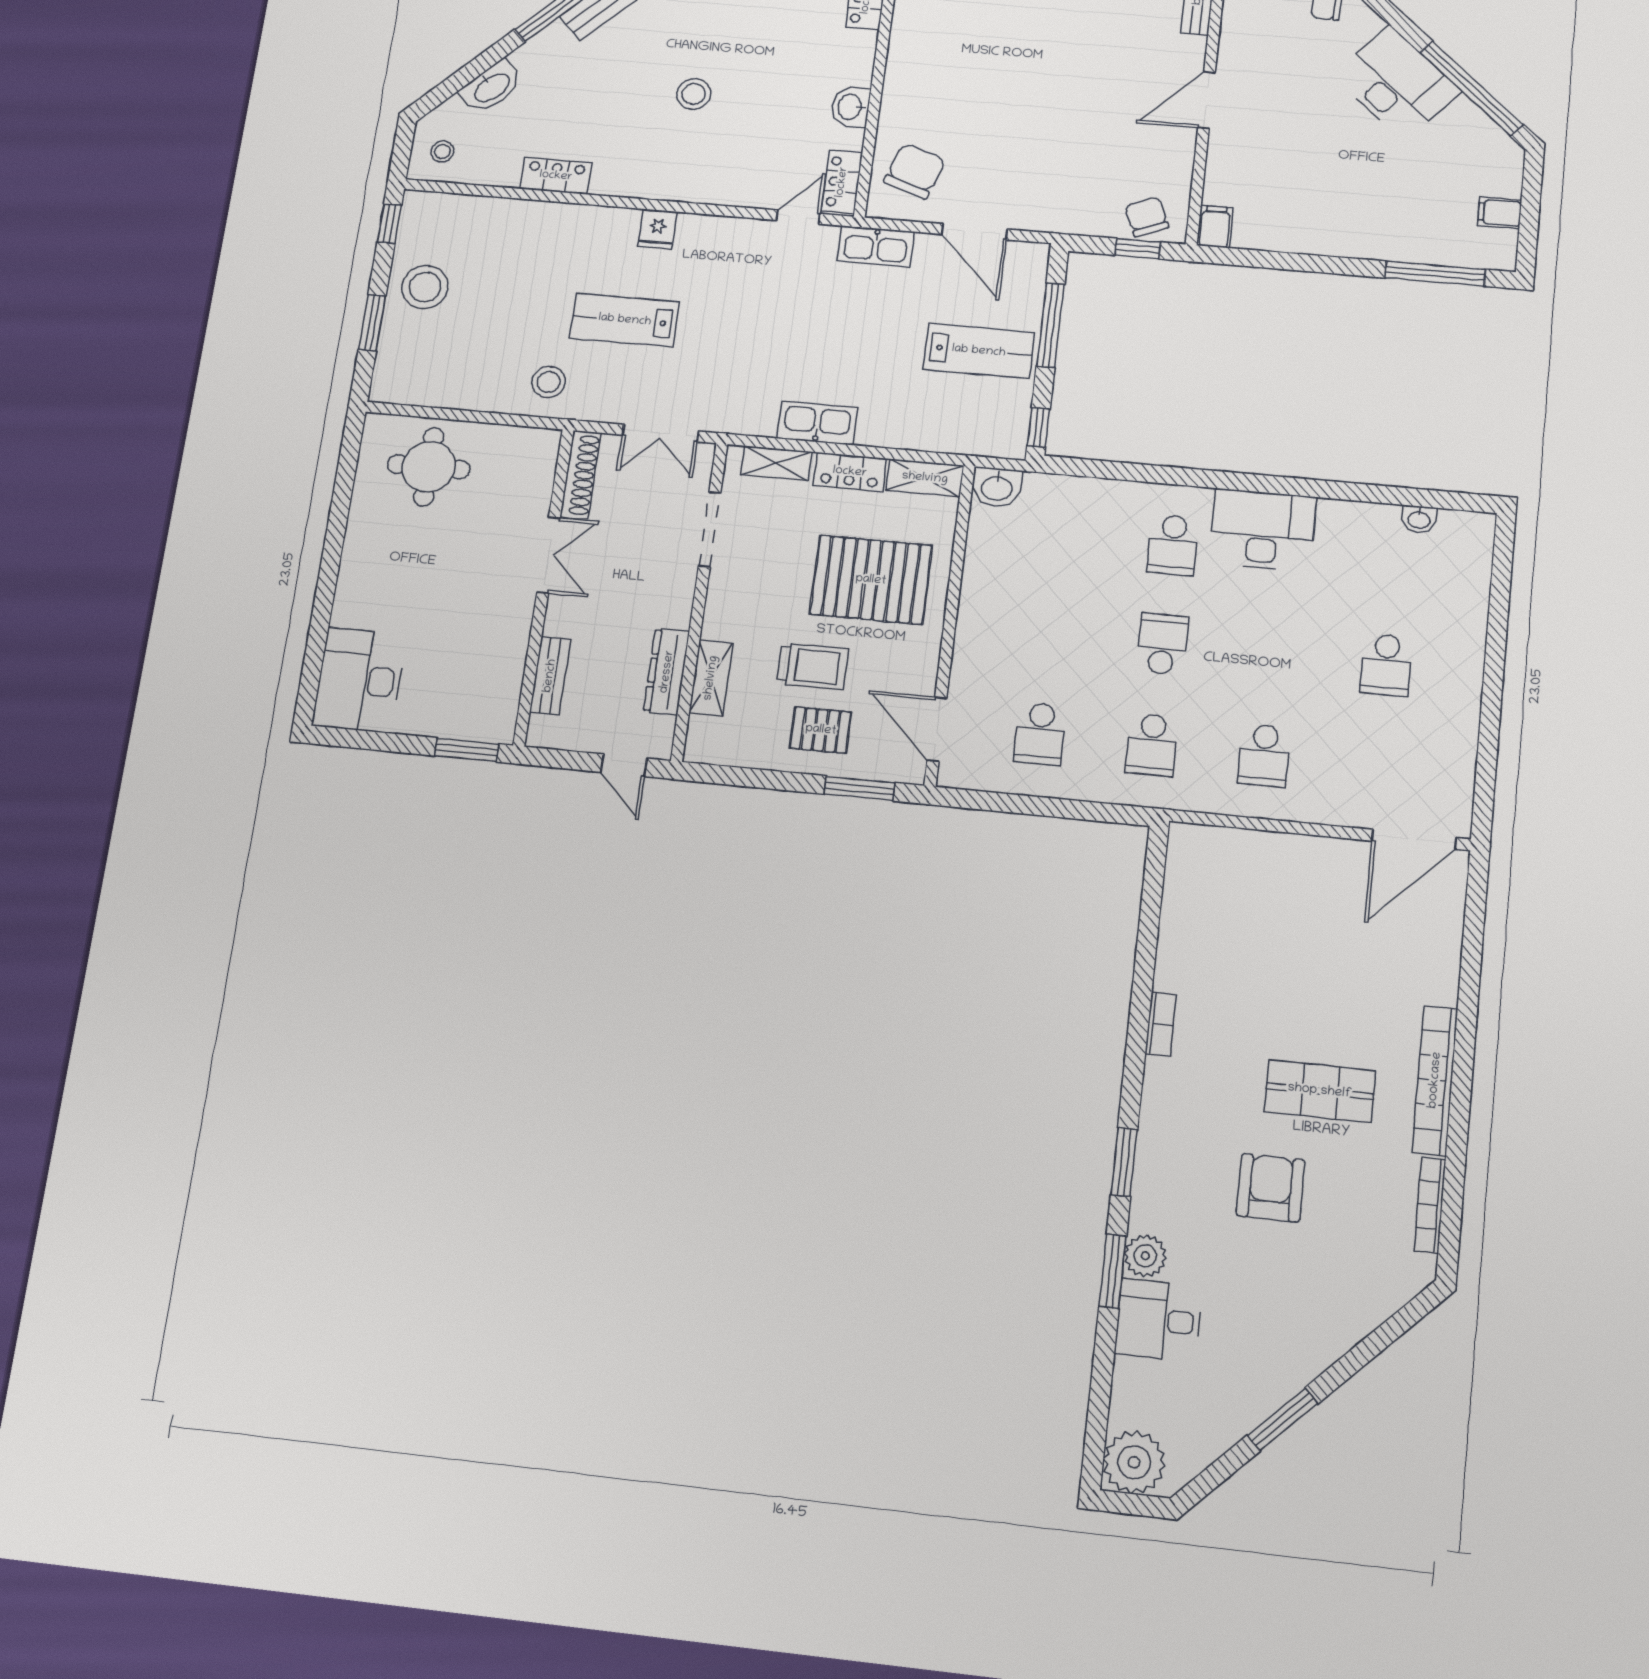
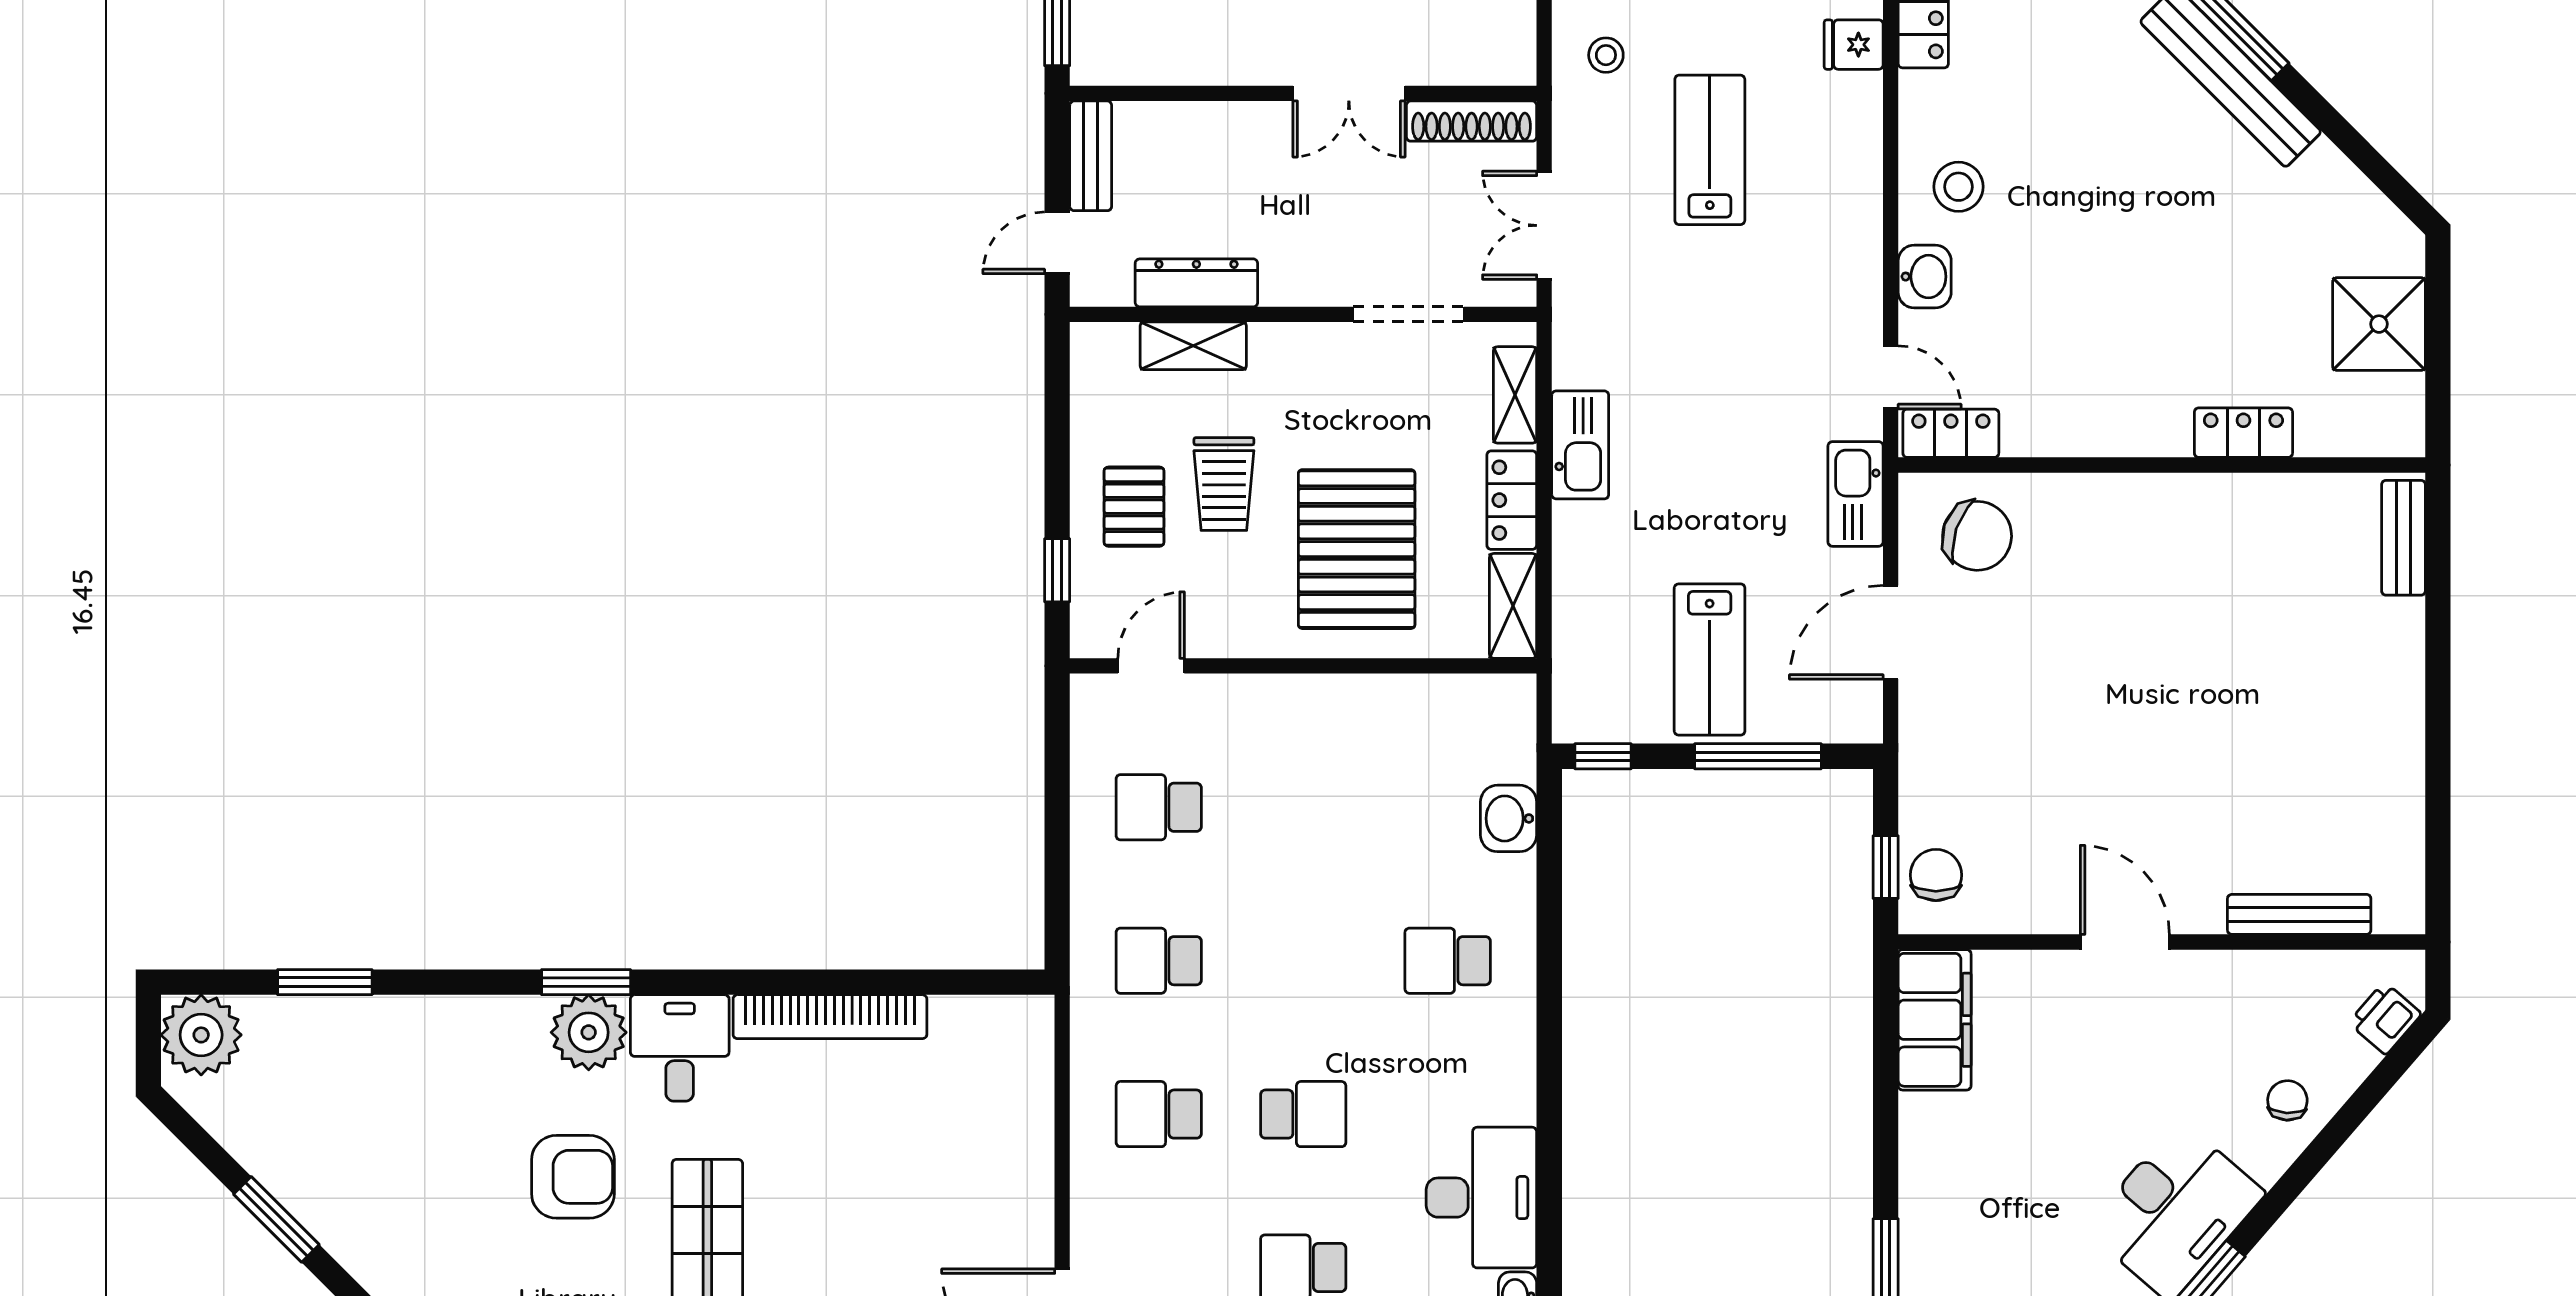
stool: (694, 94) -> (1959, 187), moved
washbasin: (851, 107) -> (1925, 277), moved, turned 90
chair: (1147, 217) -> (1936, 875), turned -68
filing cabinet: (1215, 227) -> (1935, 1020), width x3.00, depth x1.17
fridge: (657, 229) -> (1854, 45), moved
stool: (549, 382) -> (1606, 55), width x0.73, depth x0.73
washbasin: (997, 487) -> (1509, 818), moved
desk: (1263, 530) -> (1481, 1198), moved
school desk: (1162, 644) -> (1303, 1114), moved
bench: (550, 676) -> (1091, 156), moved, turned 90
door: (937, 729) -> (1151, 666), width x0.73
window: (859, 788) -> (1057, 570), width x0.67
bookcase: (1161, 1024) -> (830, 1017), width x2.31, depth x1.31
plant: (1145, 1256) -> (589, 1032), moved, width x1.36, depth x1.36
window: (1113, 1271) -> (325, 982), moved
desk: (1159, 1320) -> (680, 1048), moved

